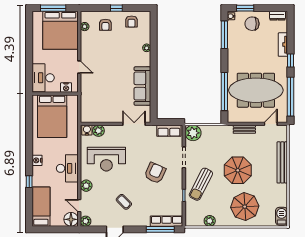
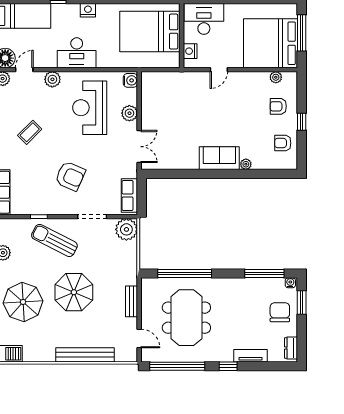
sofa: (142, 86) -> (219, 158), moved, width x0.73
meeting table: (256, 90) -> (186, 318), width x0.73
plant: (98, 131) -> (129, 113), moved

